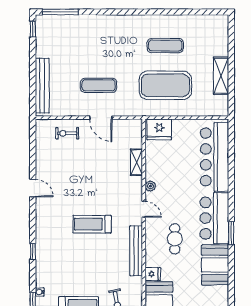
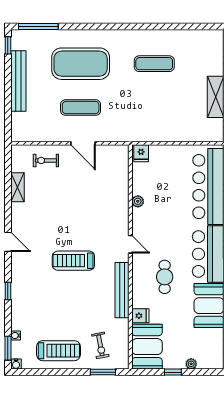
exercise mat: (165, 85) -> (81, 64), moved
bench: (42, 86) -> (18, 81), moved
fridge: (159, 129) -> (141, 153), width x0.53, depth x0.75
shelving: (136, 162) -> (17, 187), moved
plant: (150, 186) -> (138, 201), moved
door: (33, 188) -> (8, 242), moved

